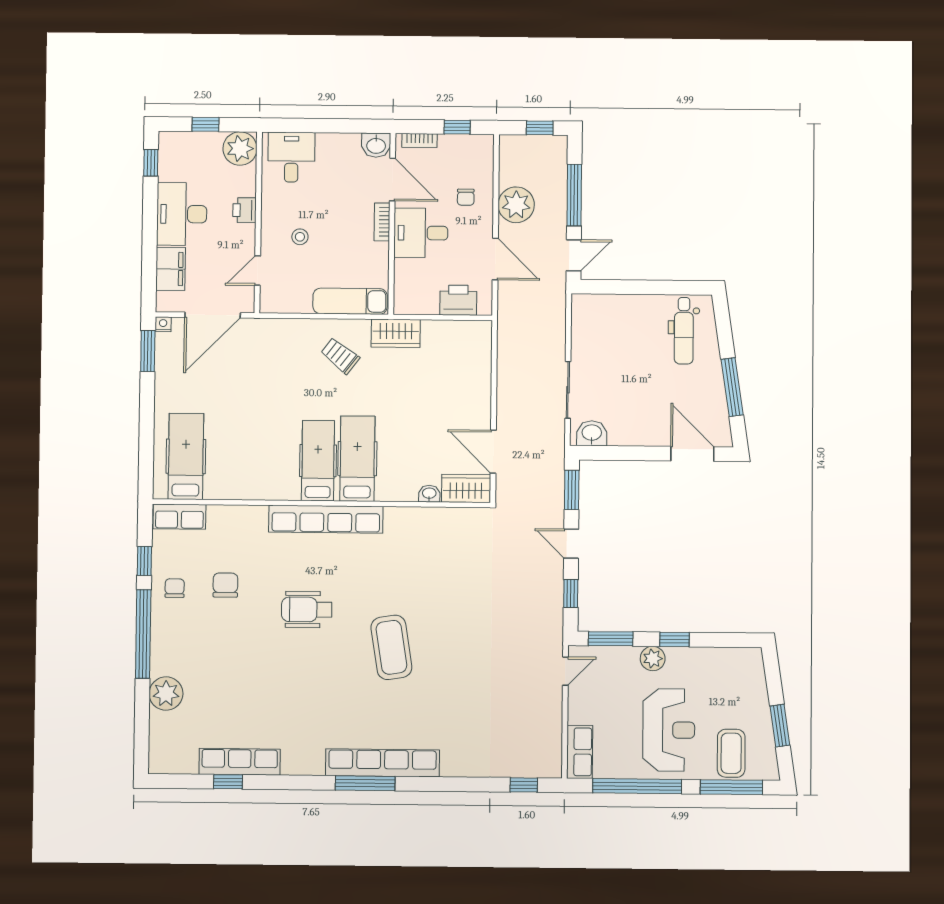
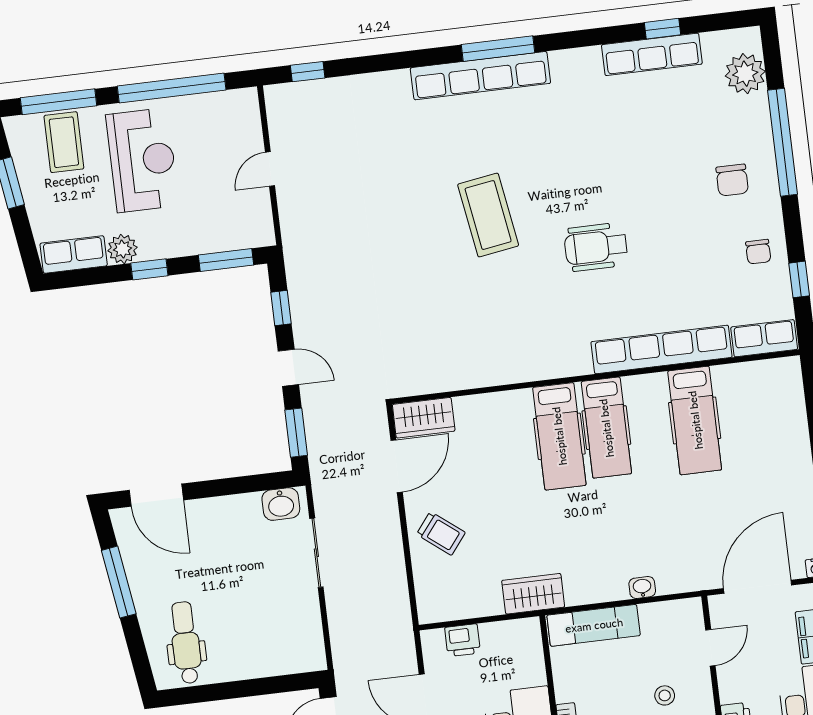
printer: (458, 300) -> (463, 640), width x0.73, depth x0.81
trolley: (340, 356) -> (441, 533), moved
door: (493, 452) -> (397, 466), hinge flipped
hospital bed: (186, 456) -> (695, 420), moved
washbasin: (429, 494) -> (642, 587), moved, turned 180
row of seats: (326, 519) -> (662, 349), moved
chair: (225, 585) -> (732, 180), moved
wheelchair: (307, 609) -> (596, 247), turned 180
window: (143, 634) -> (782, 142), moved
plant: (653, 659) -> (122, 249), moved
door: (565, 671) -> (270, 169), moved
plant: (166, 694) -> (745, 74), moved
reception desk: (669, 730) -> (142, 160), turned 180
row of seats: (580, 752) -> (74, 255), moved, turned 90

